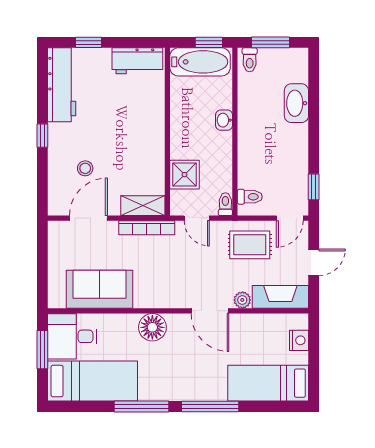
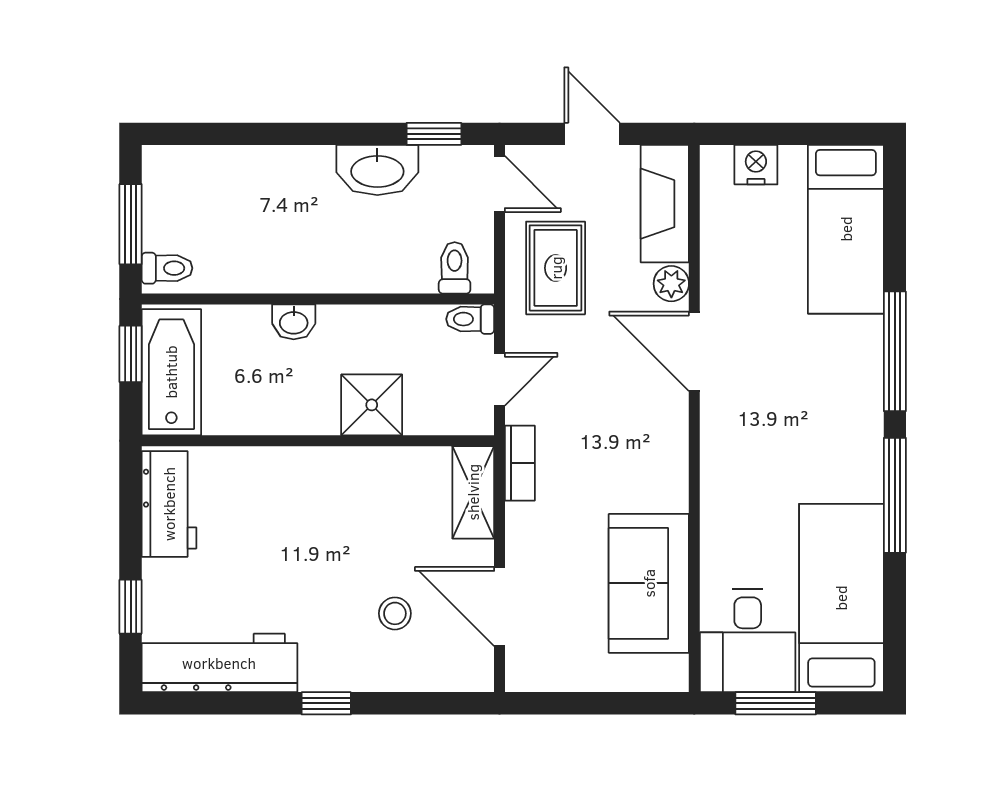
washbasin: (296, 103) -> (377, 170), moved
shower: (185, 175) -> (372, 405), moved
bookcase: (147, 228) -> (520, 463), width x0.64
door: (210, 311) -> (694, 351), swing flipped
floor lamp: (152, 327) -> (729, 472), removed

